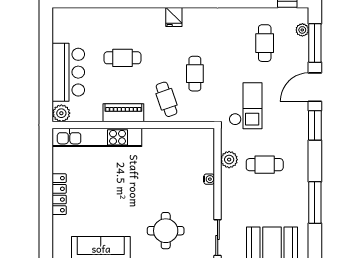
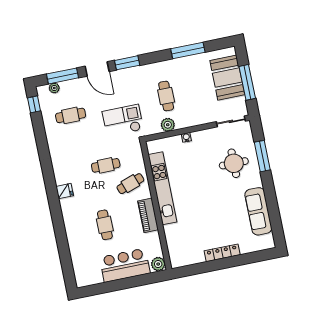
kitchen unit: (97, 137) -> (162, 188), moved

